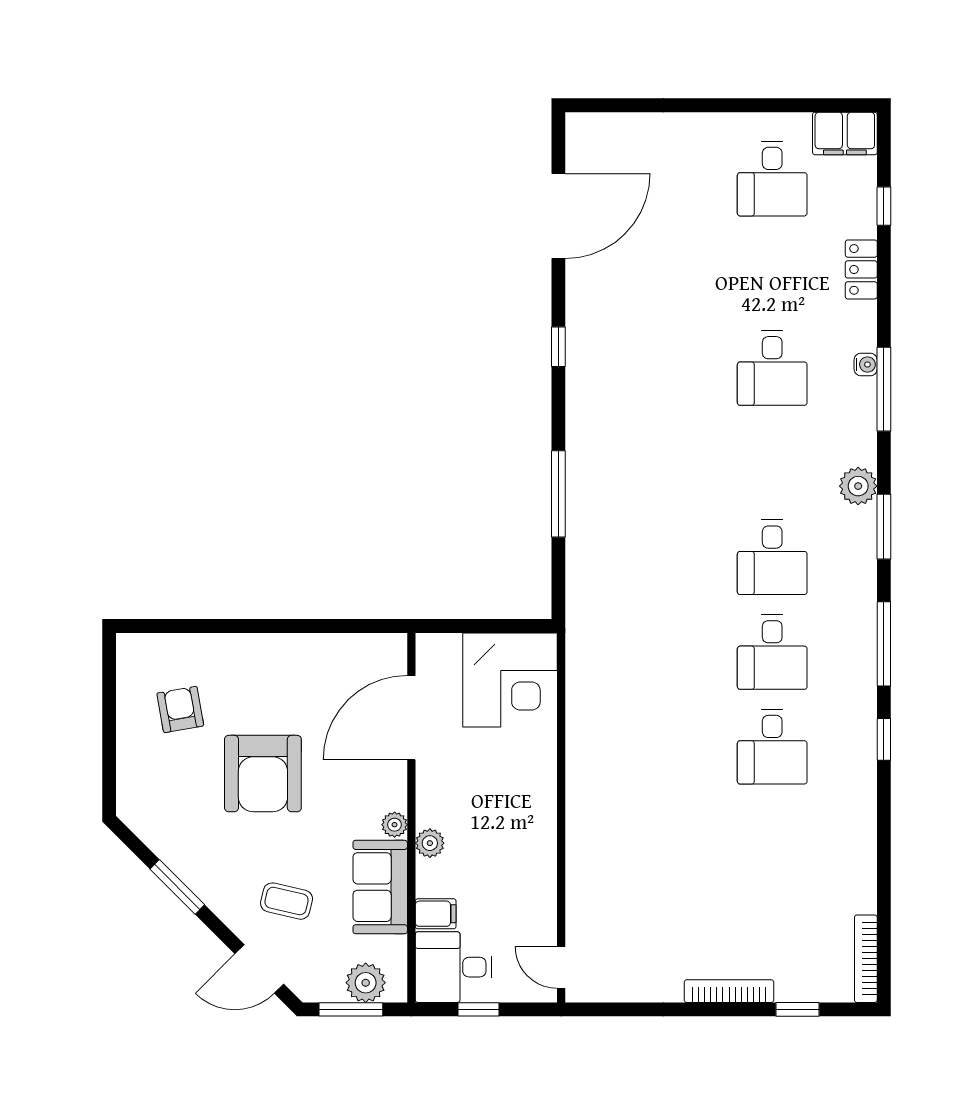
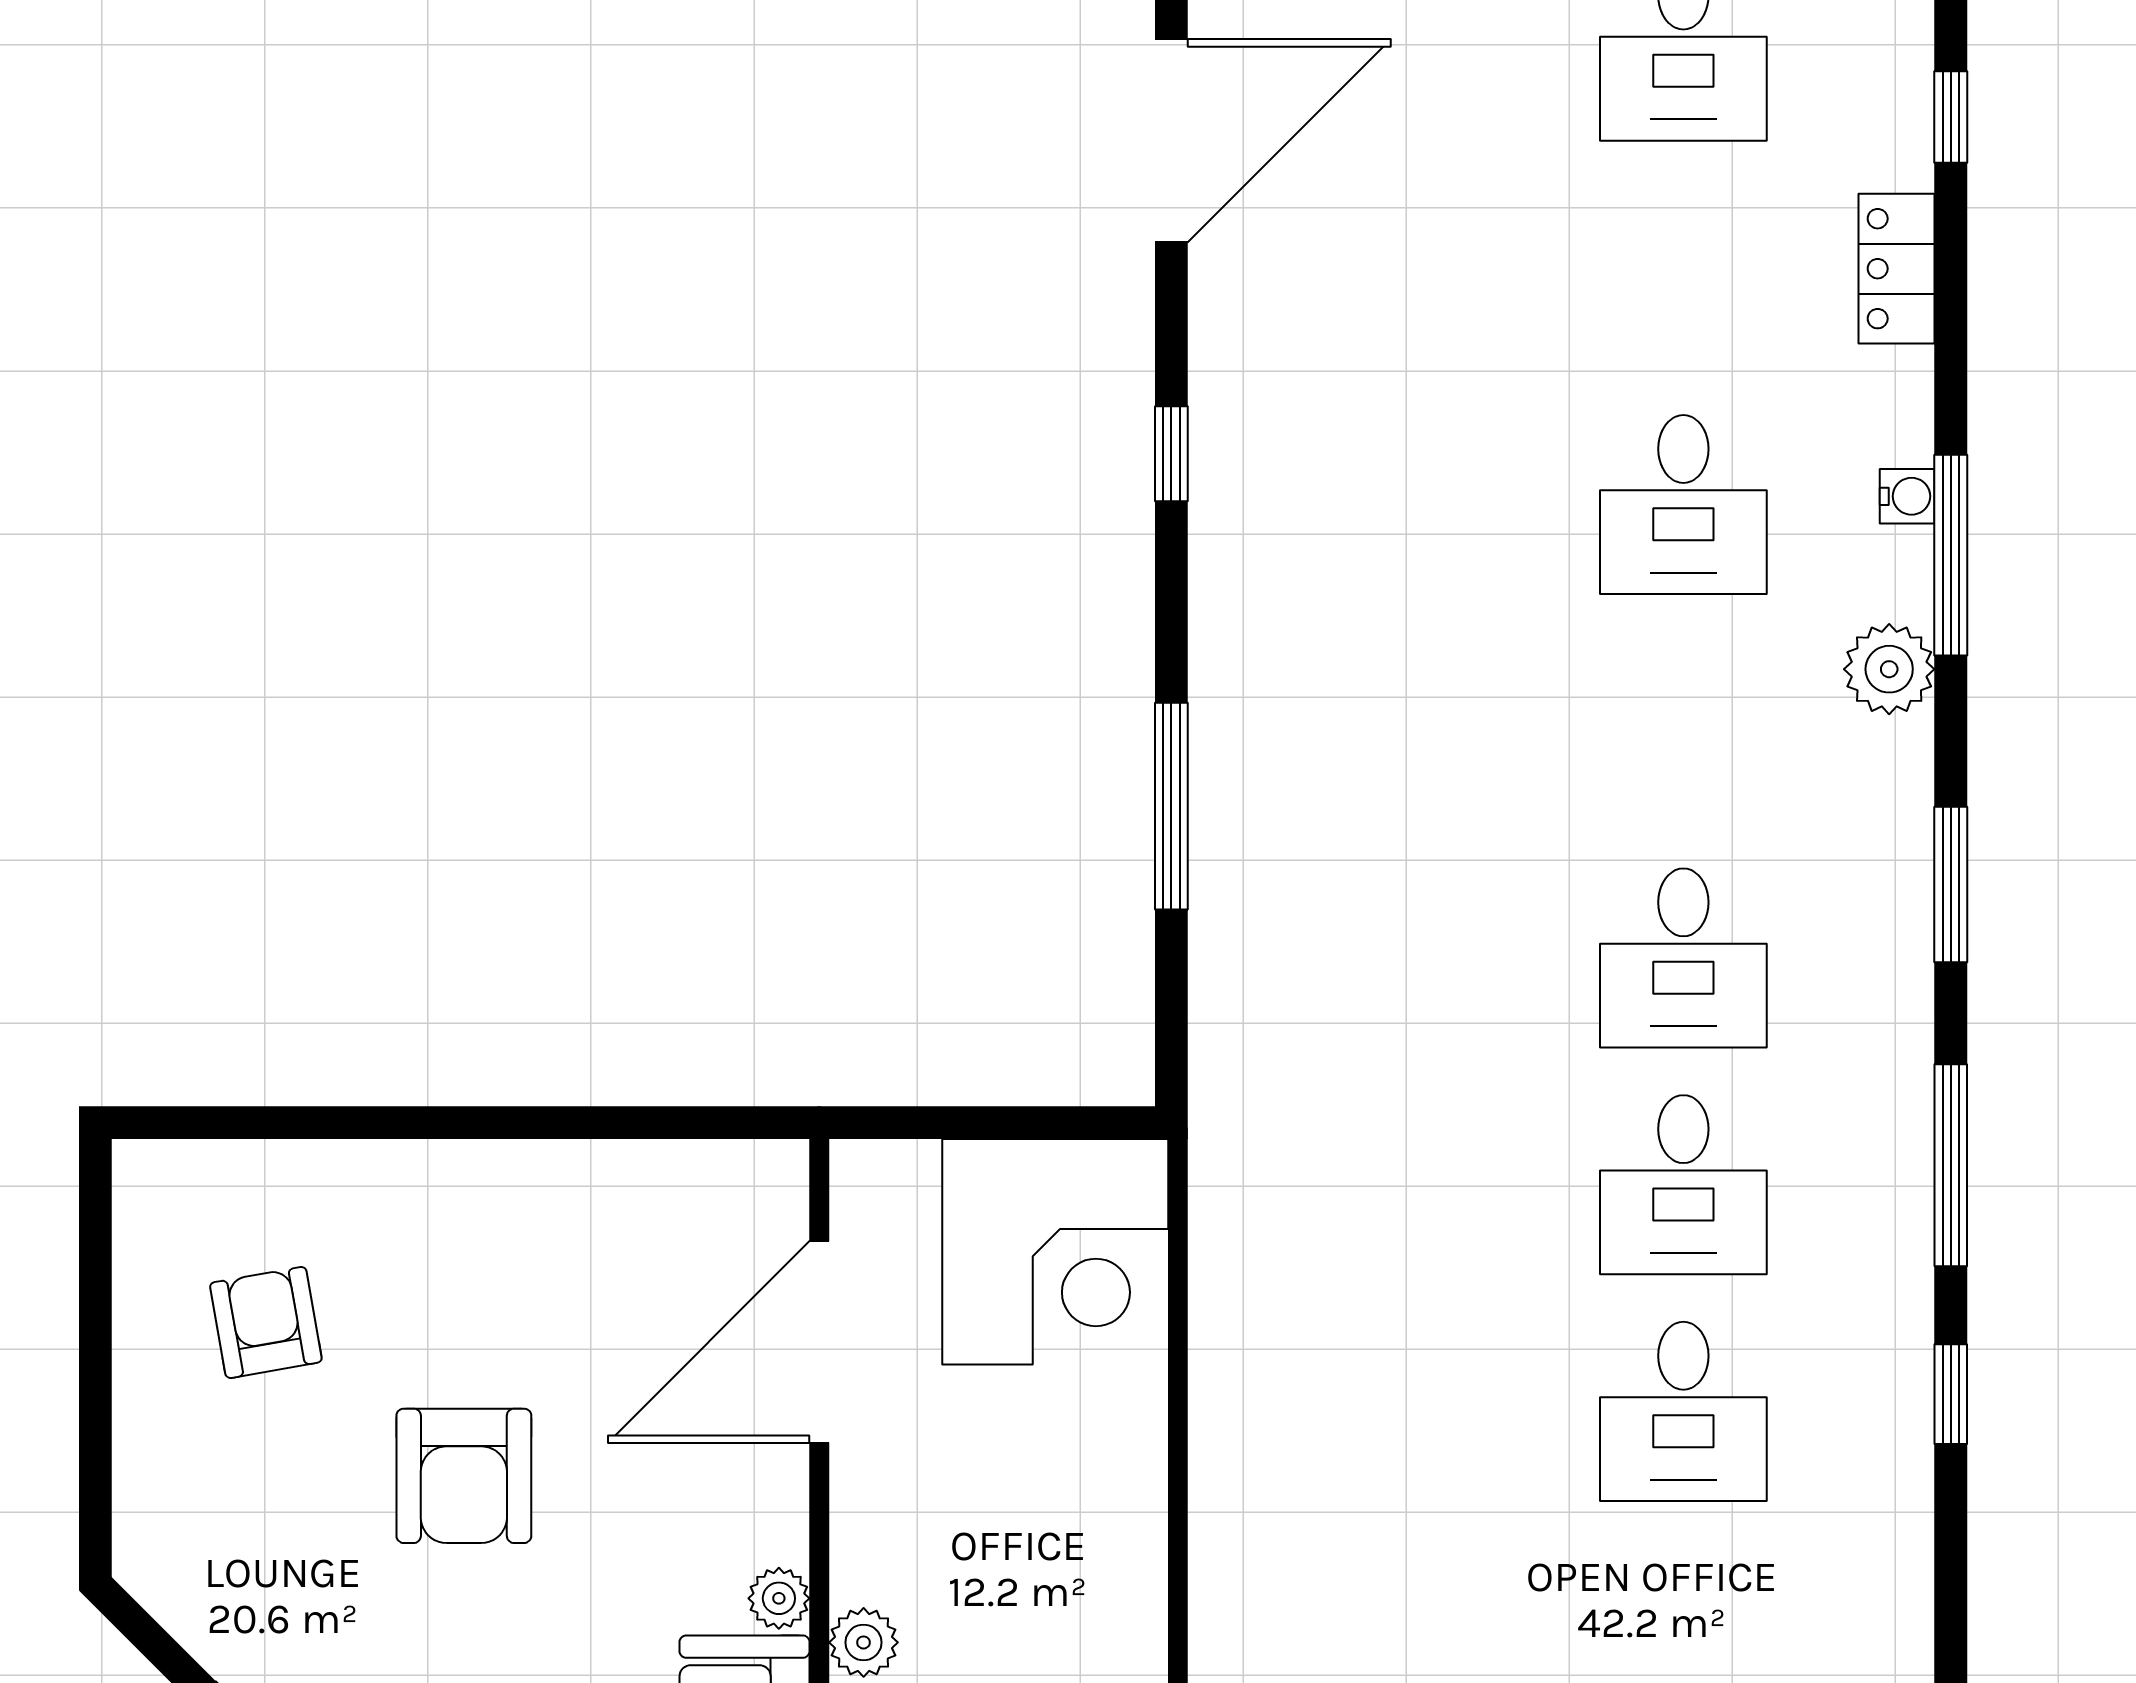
plant: (858, 486) -> (1889, 669), moved
armchair: (263, 774) -> (464, 1476), width x0.73, depth x0.73

